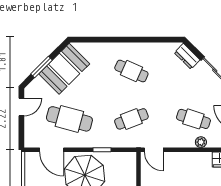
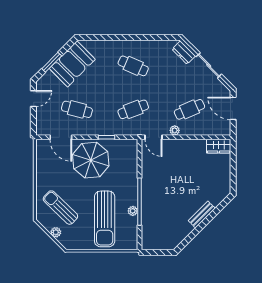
cafe table: (69, 119) -> (77, 109), width x0.73, depth x0.74
cafe table: (193, 119) -> (189, 109), turned -42
plant: (201, 142) -> (175, 130), moved

